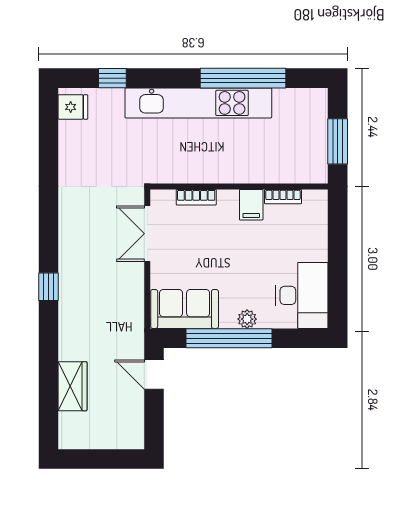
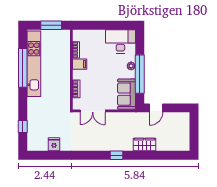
kitchen unit: (198, 103) -> (34, 64), moved
fridge: (73, 107) -> (54, 144), moved
wardrobe: (73, 386) -> (145, 145), moved

